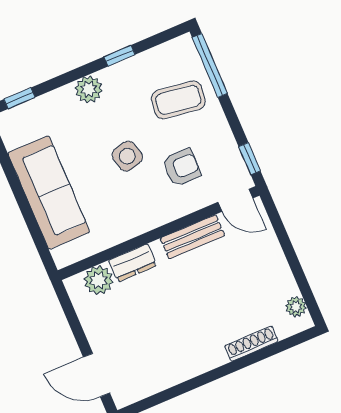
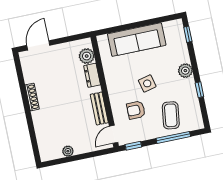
window: (210, 65) -> (173, 137), moved
armchair: (182, 167) -> (136, 110), turned 90
plant: (296, 307) -> (68, 151), moved
shoe rack: (251, 344) -> (32, 97), moved

